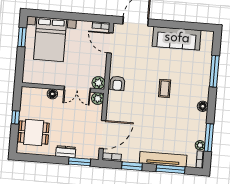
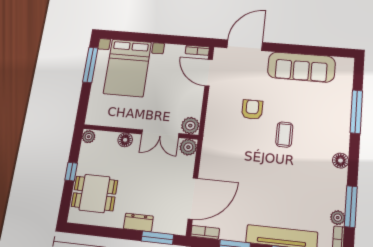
window: (22, 37) -> (90, 65), width x1.44
armchair: (117, 83) -> (252, 110), moved, turned 180
plant: (26, 92) -> (89, 137), added

